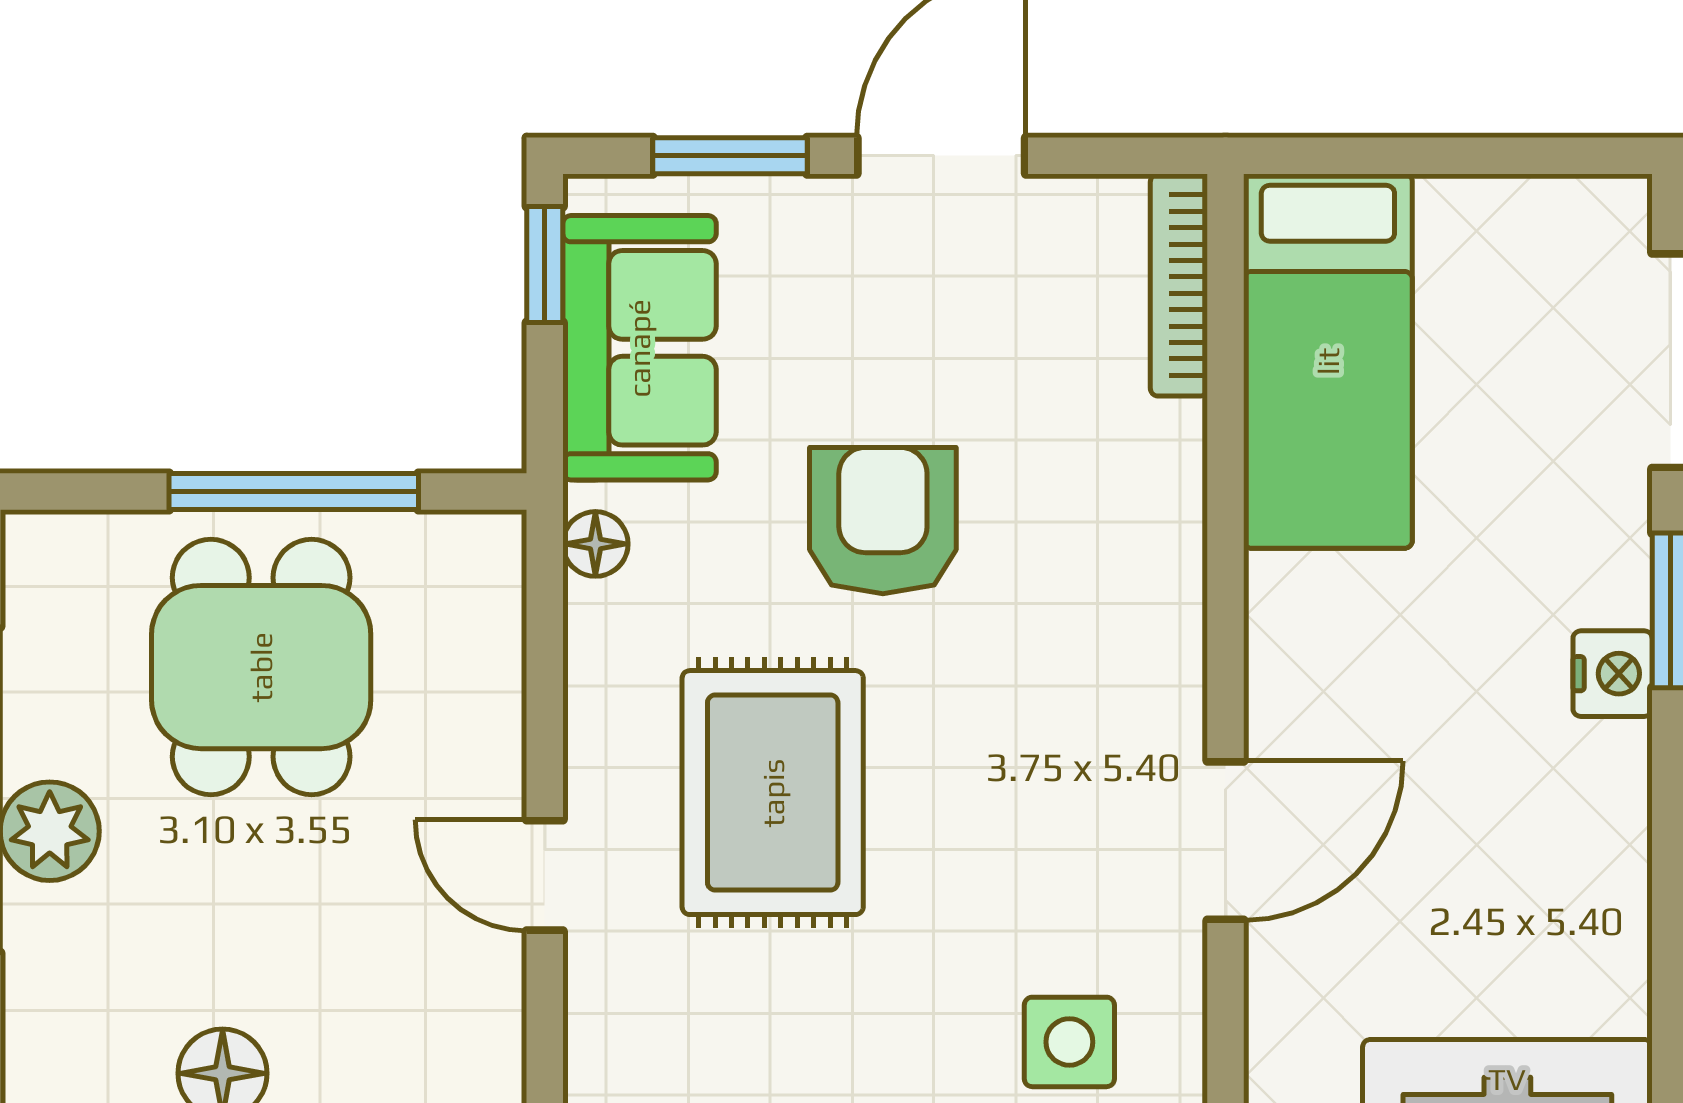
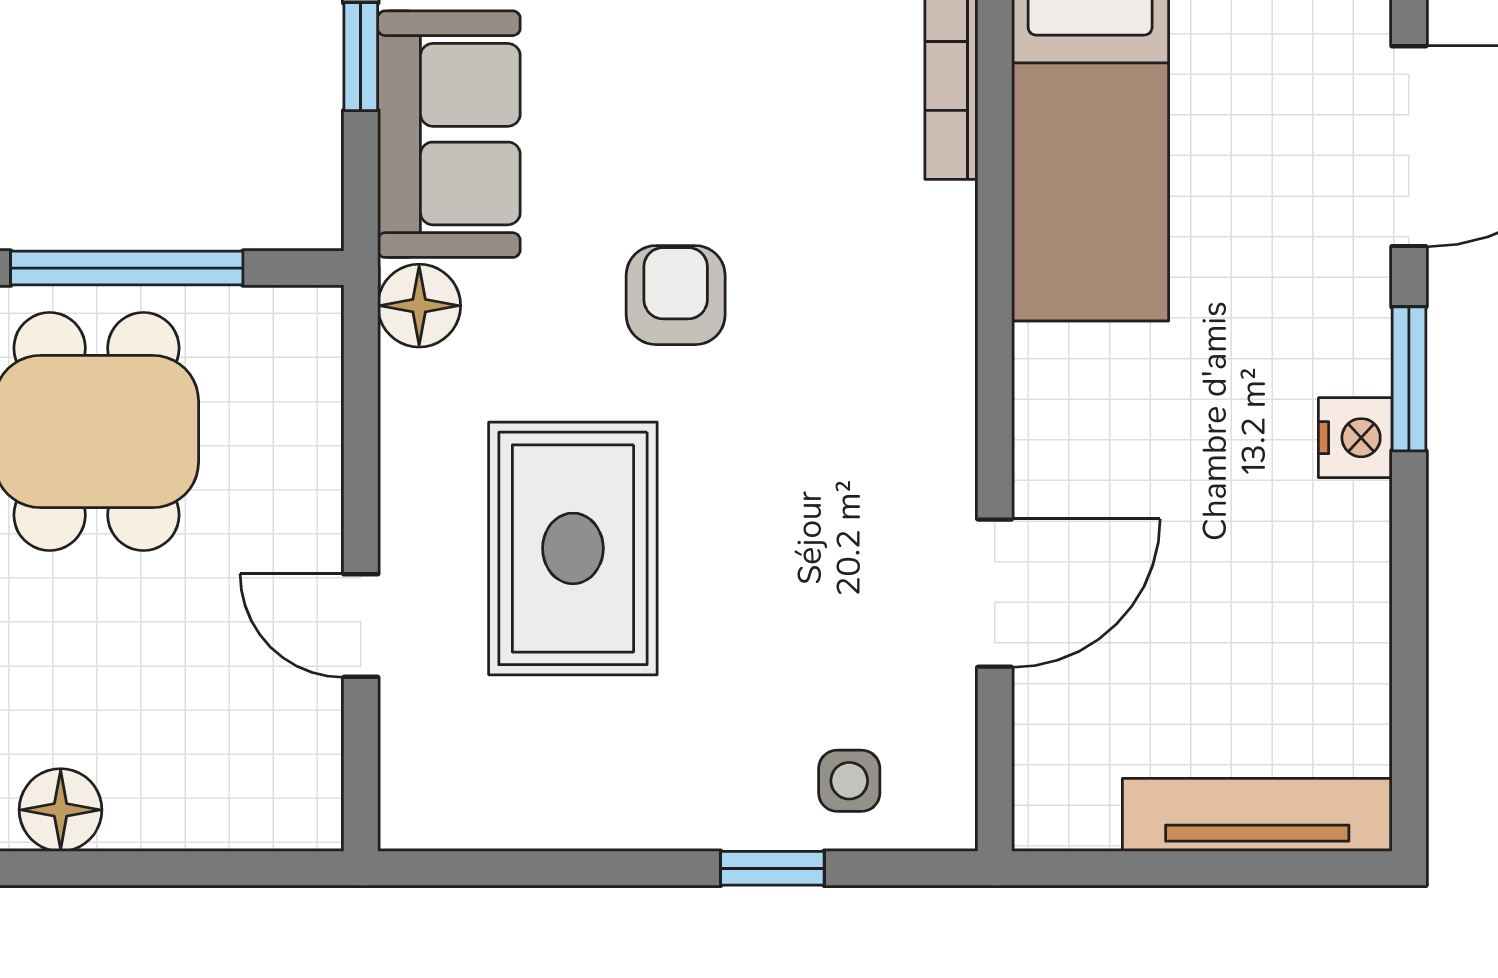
armchair: (883, 521) -> (676, 295), width x0.72, depth x0.72
floor lamp: (595, 544) -> (419, 306), width x1.37, depth x1.37
side table: (1069, 1042) -> (849, 781), width x0.73, depth x0.73

